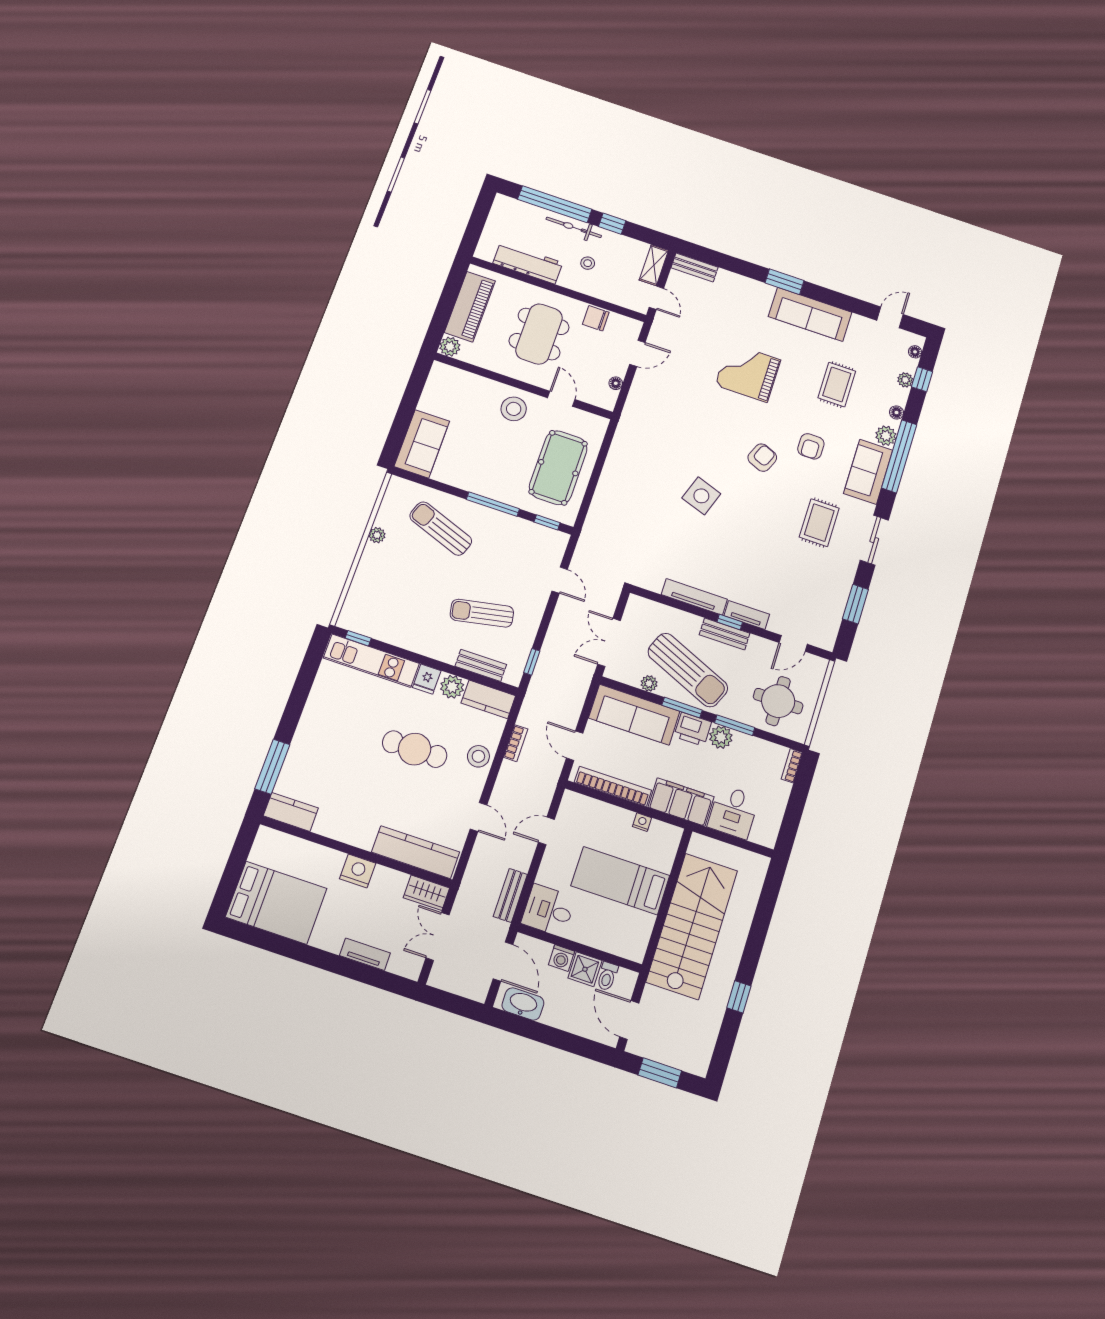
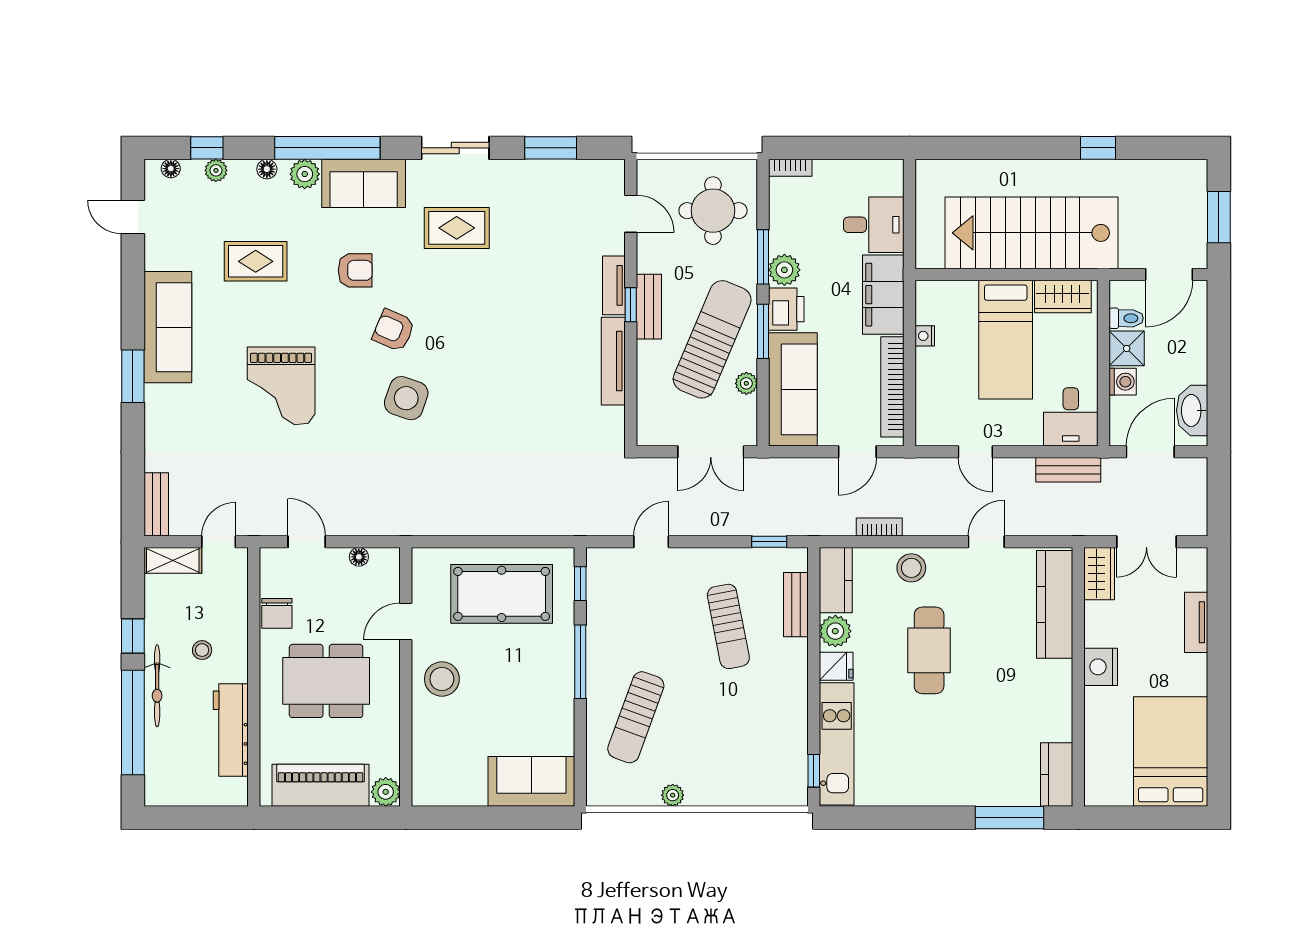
side table: (701, 496) -> (406, 398), moved
wardrobe: (638, 934) -> (1063, 296), added

